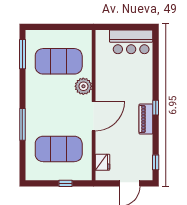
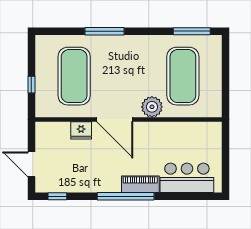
bar counter: (131, 42) -> (187, 178), moved, turned 90
window: (156, 108) -> (126, 196), width x3.17
piano: (146, 119) -> (140, 184), moved
fridge: (103, 162) -> (81, 130), moved

